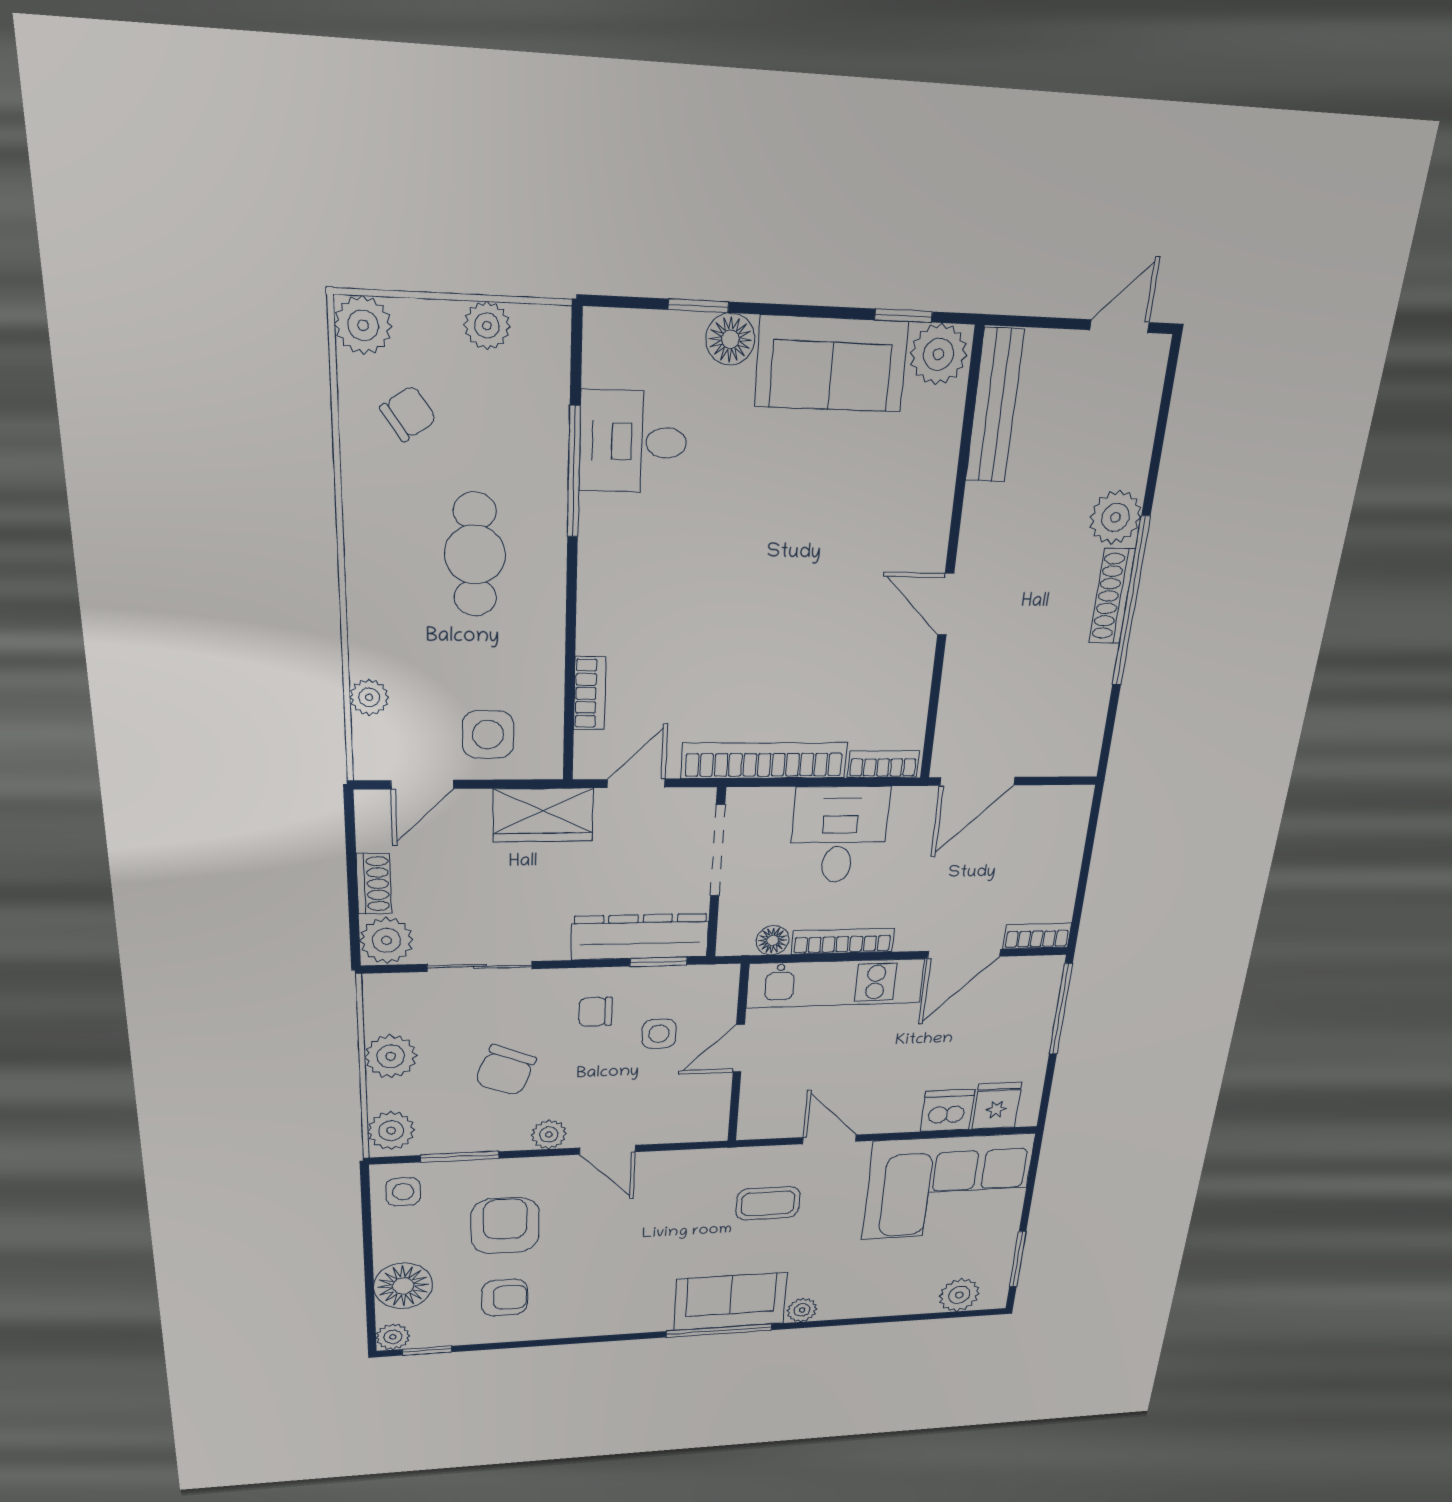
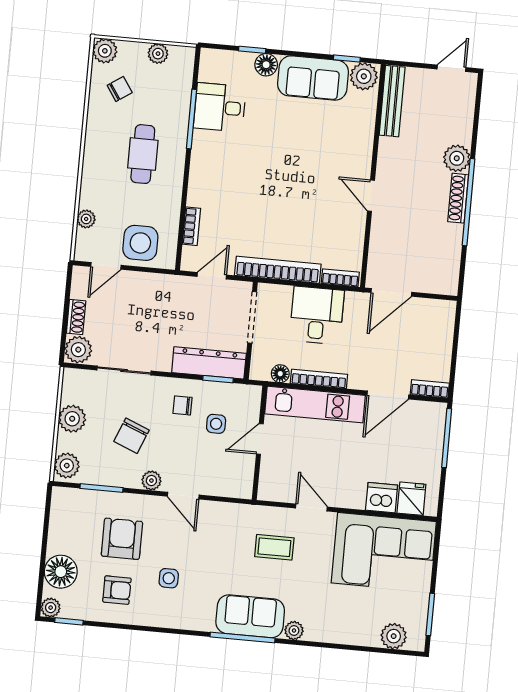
side table: (488, 735) -> (140, 243), width x1.37, depth x1.37
wardrobe: (543, 815) -> (164, 288), removed
side table: (403, 1192) -> (169, 578), moved

